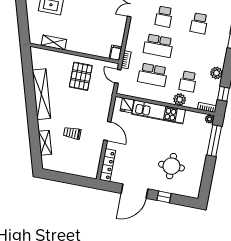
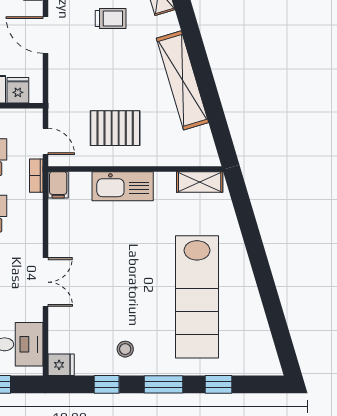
shelving: (54, 42) -> (200, 182), moved
kitchen sink: (83, 46) -> (123, 186), added
pallet: (81, 76) -> (115, 128), turned 90

